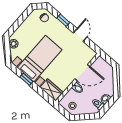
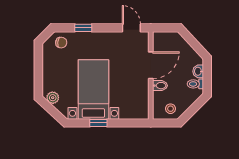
door: (80, 35) -> (131, 28), moved
wardrobe: (51, 90) -> (134, 111), removed

